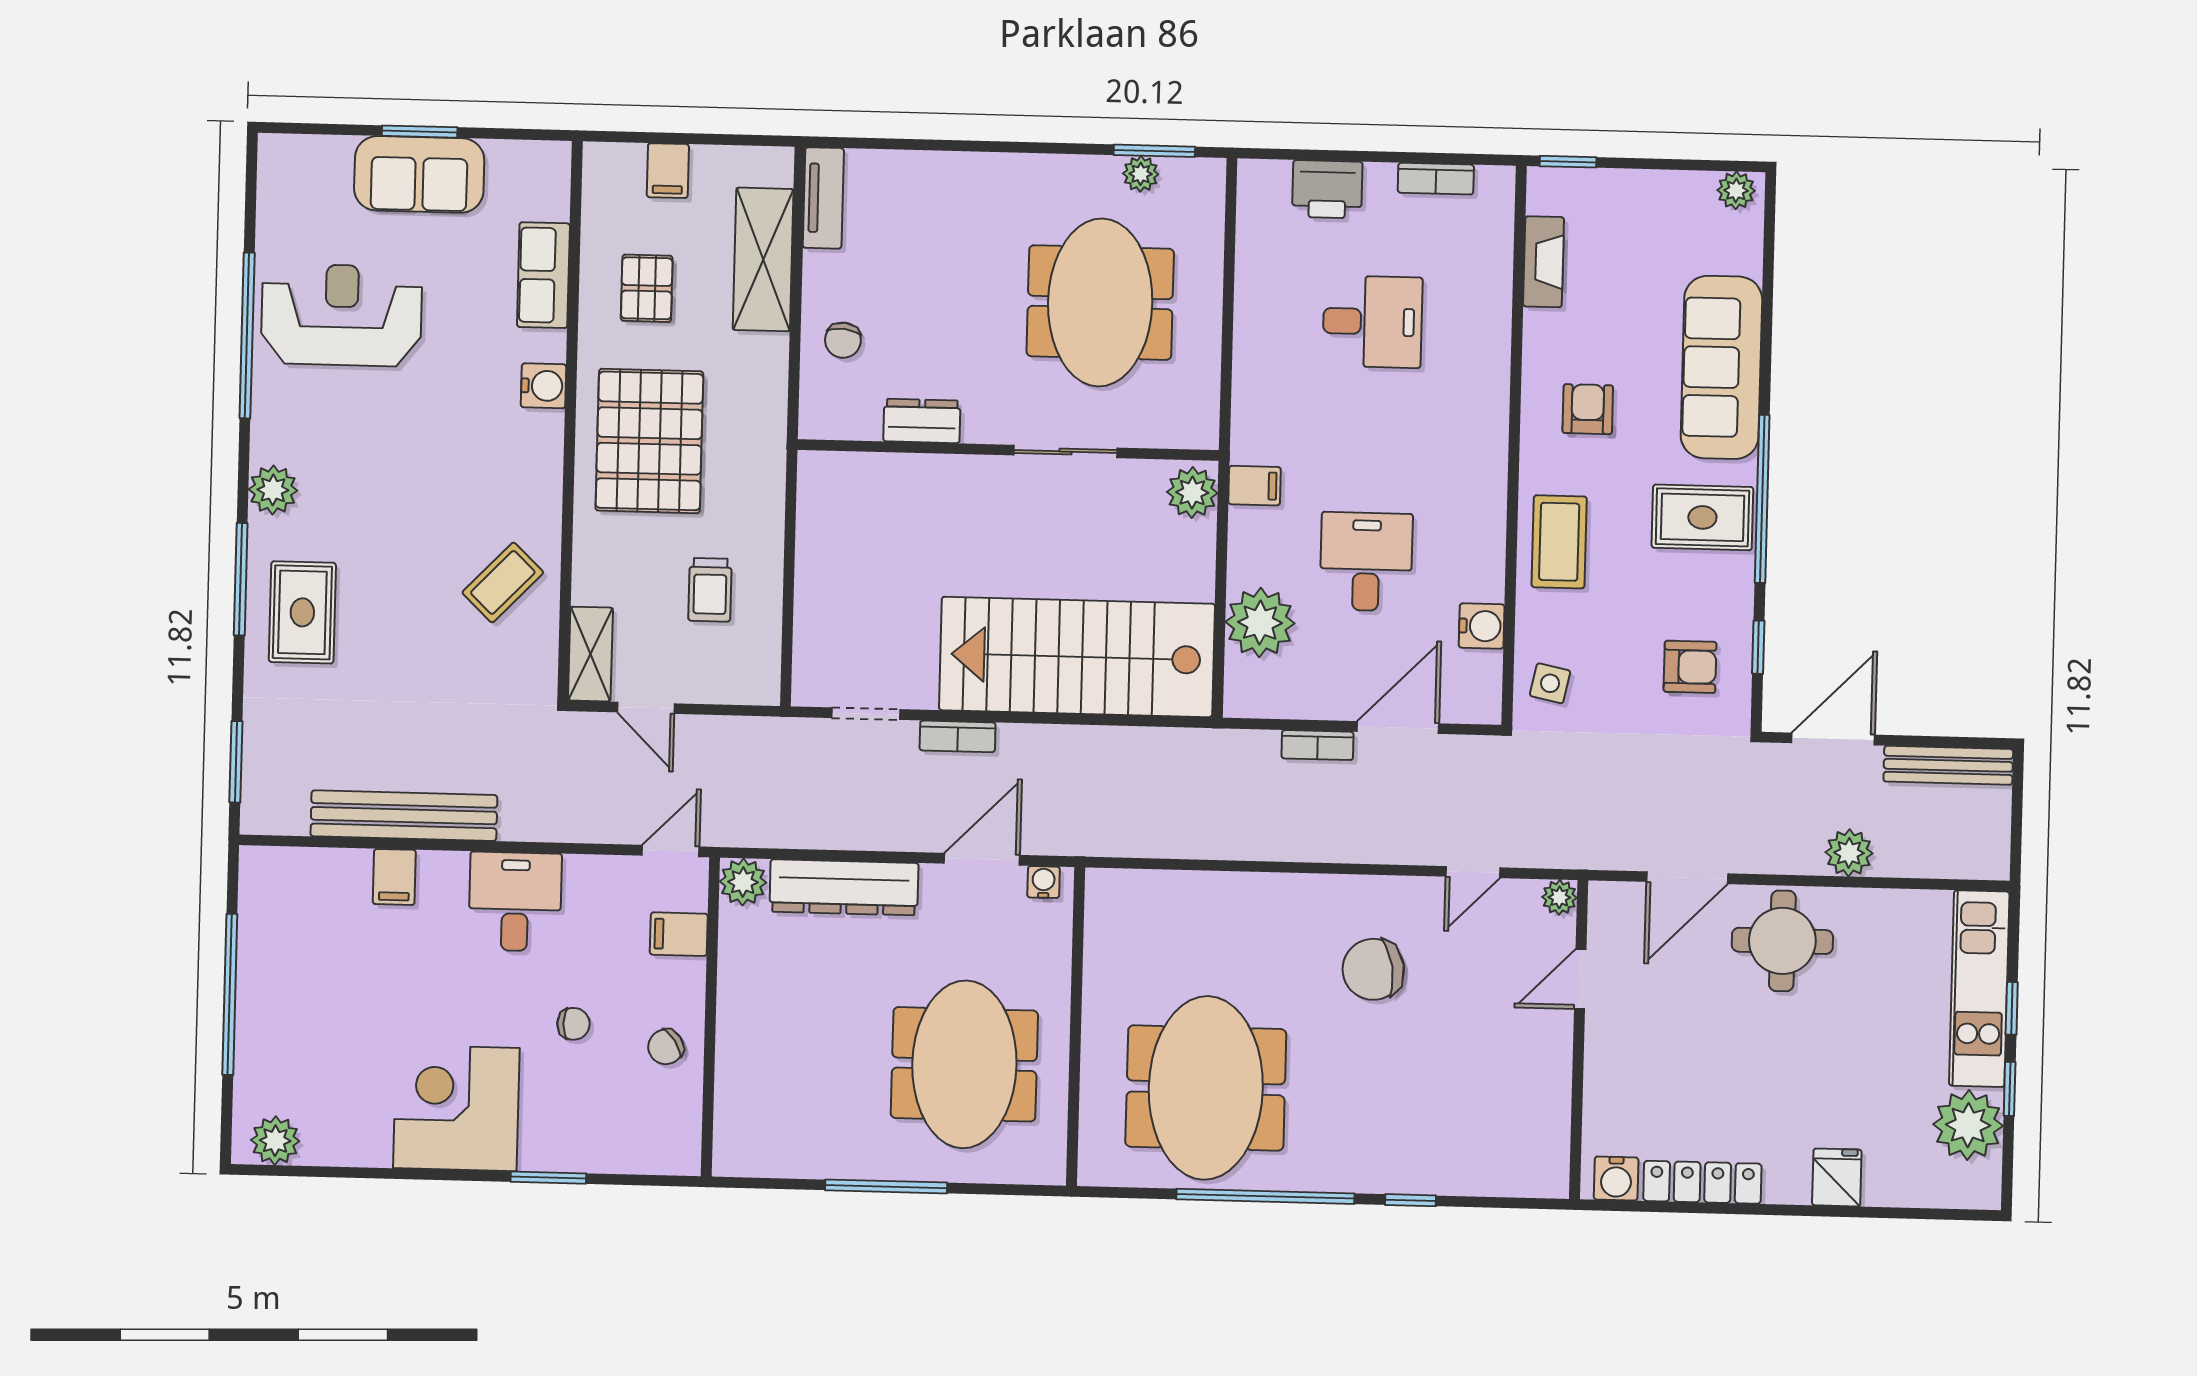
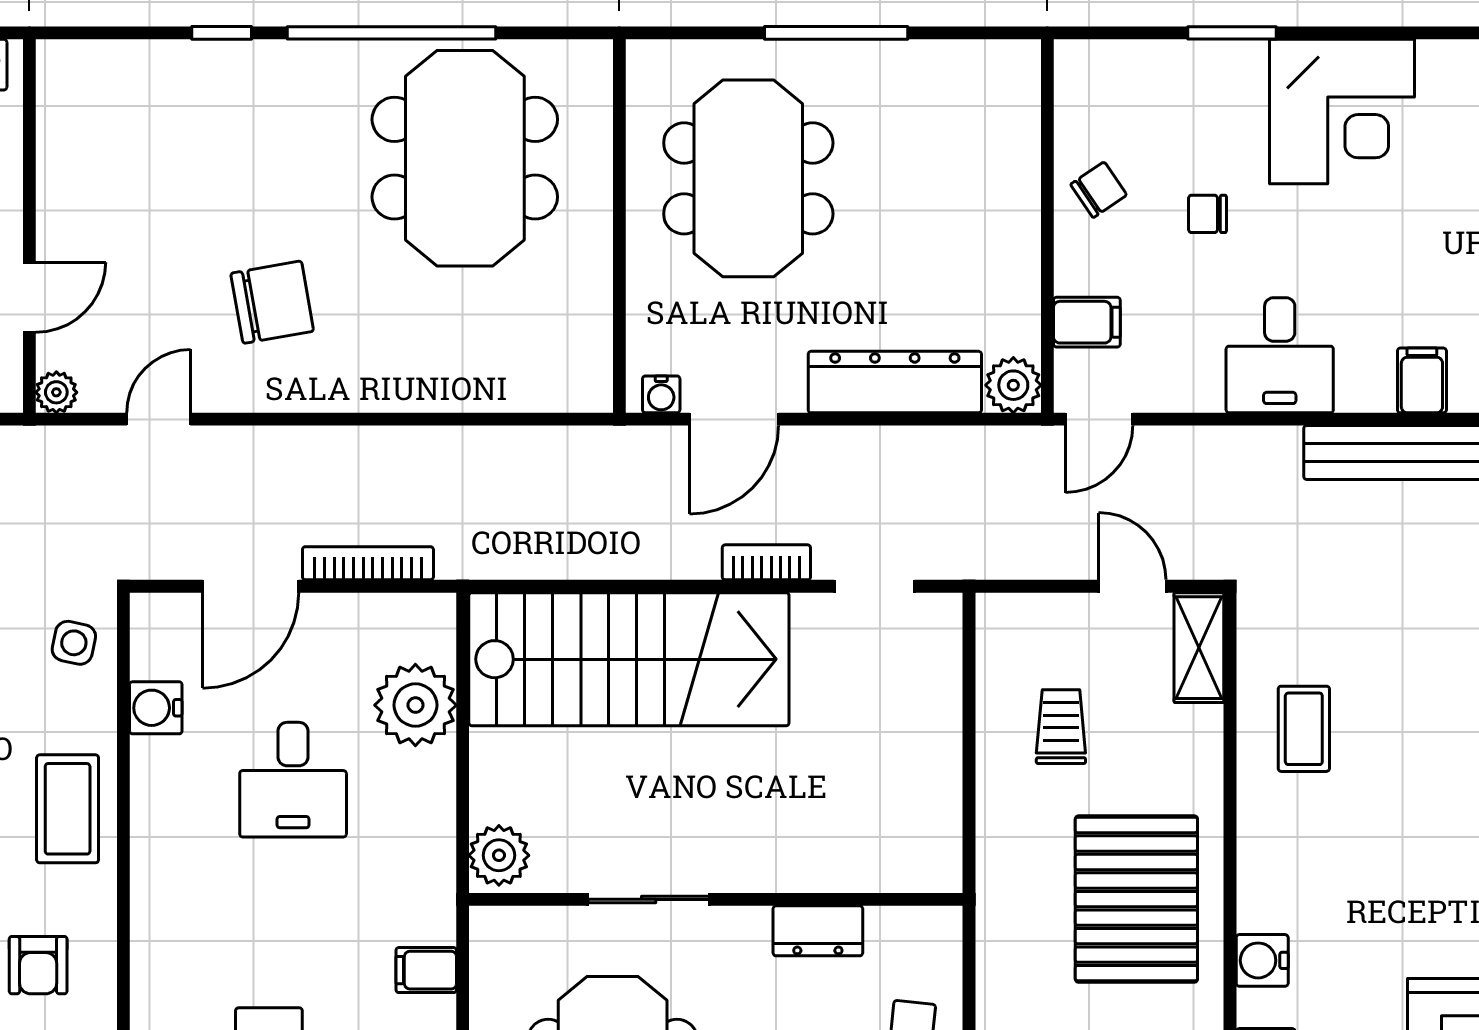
filing cabinet: (1254, 486) -> (426, 970), moved
coffee table: (503, 582) -> (1304, 729), turned -44
bookcase: (1318, 745) -> (368, 563), width x1.56

